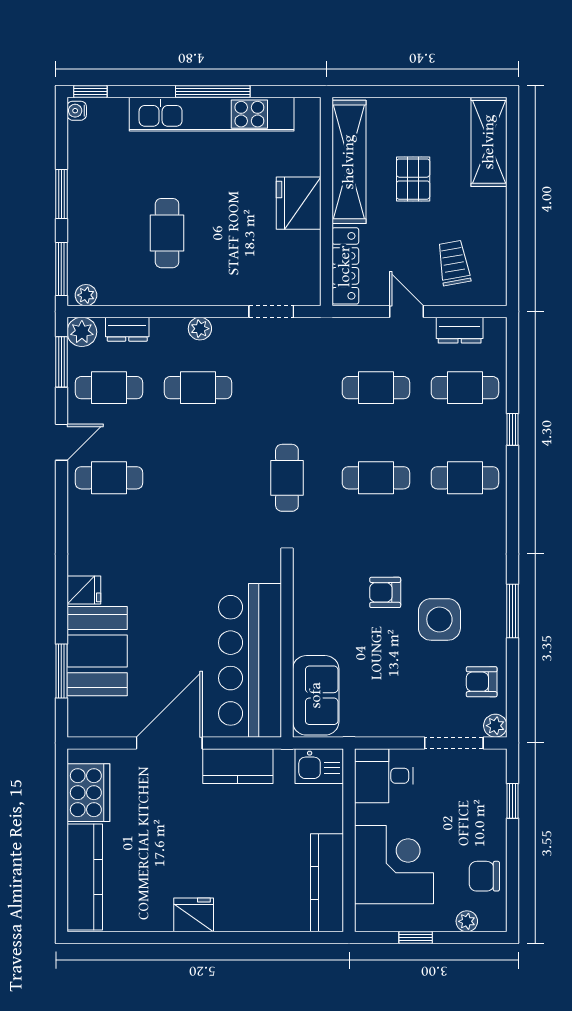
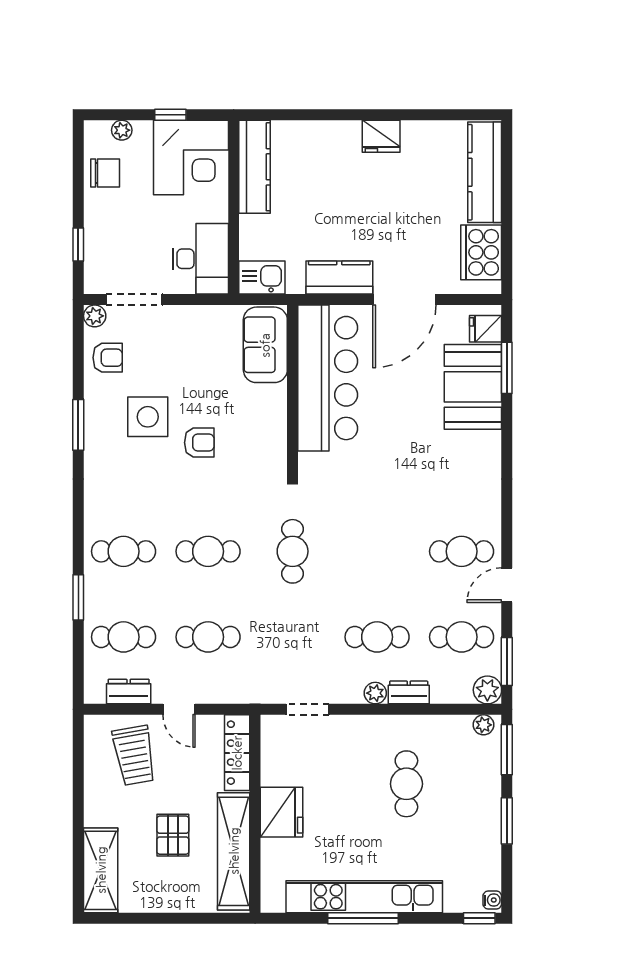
trolley: (454, 263) -> (134, 755), width x1.36, depth x1.39
dresser: (127, 329) -> (409, 692), moved
window: (513, 429) -> (78, 597), width x1.50
fridge: (84, 590) -> (486, 329), moved
desk: (384, 776) -> (200, 259), width x1.37
corner desk: (394, 865) -> (191, 157), moved, turned -90

